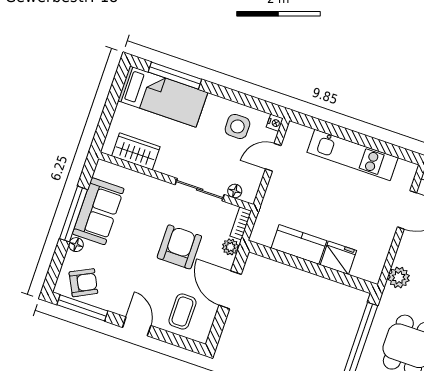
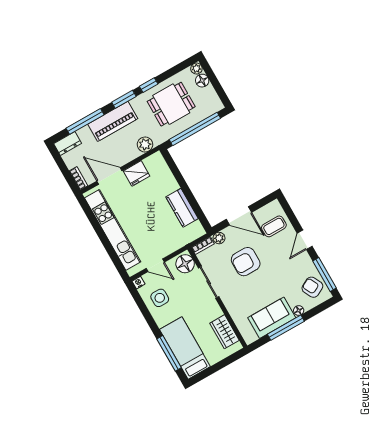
kitchen unit: (353, 155) -> (113, 230), width x1.36
floor lamp: (235, 191) -> (185, 264), width x1.89, depth x1.89
fridge: (338, 258) -> (136, 173), moved, turned -90
door: (230, 290) -> (239, 216), hinge flipped

